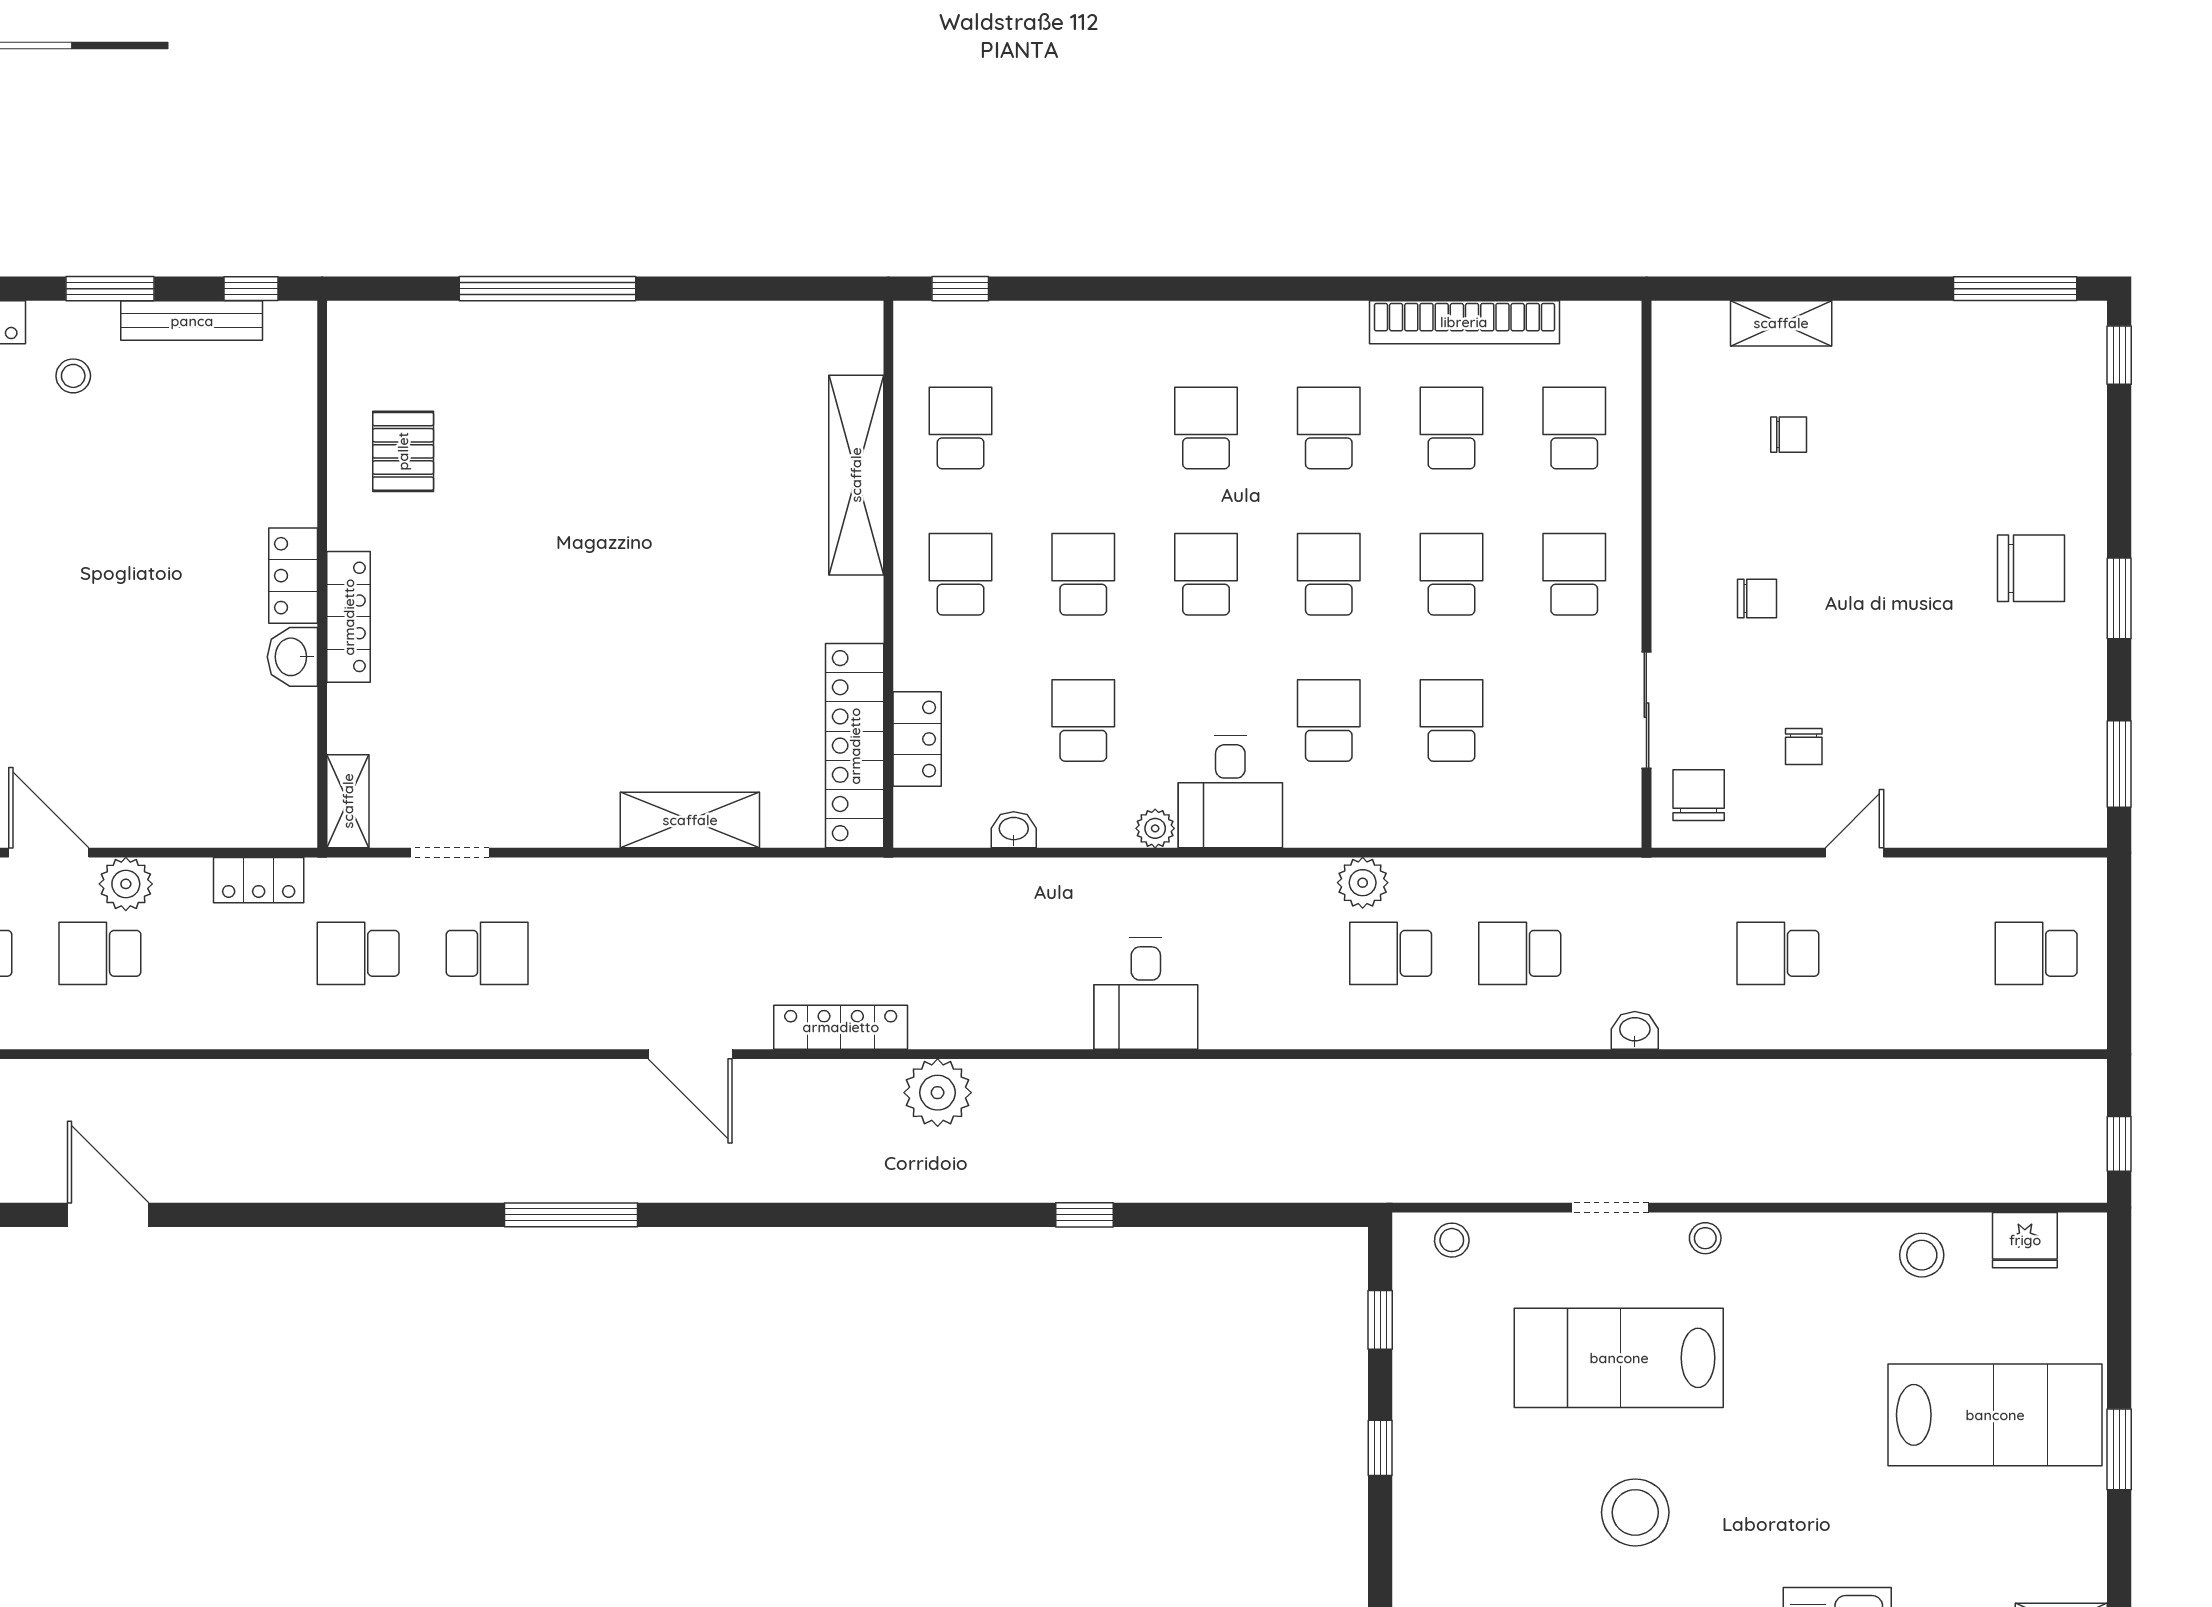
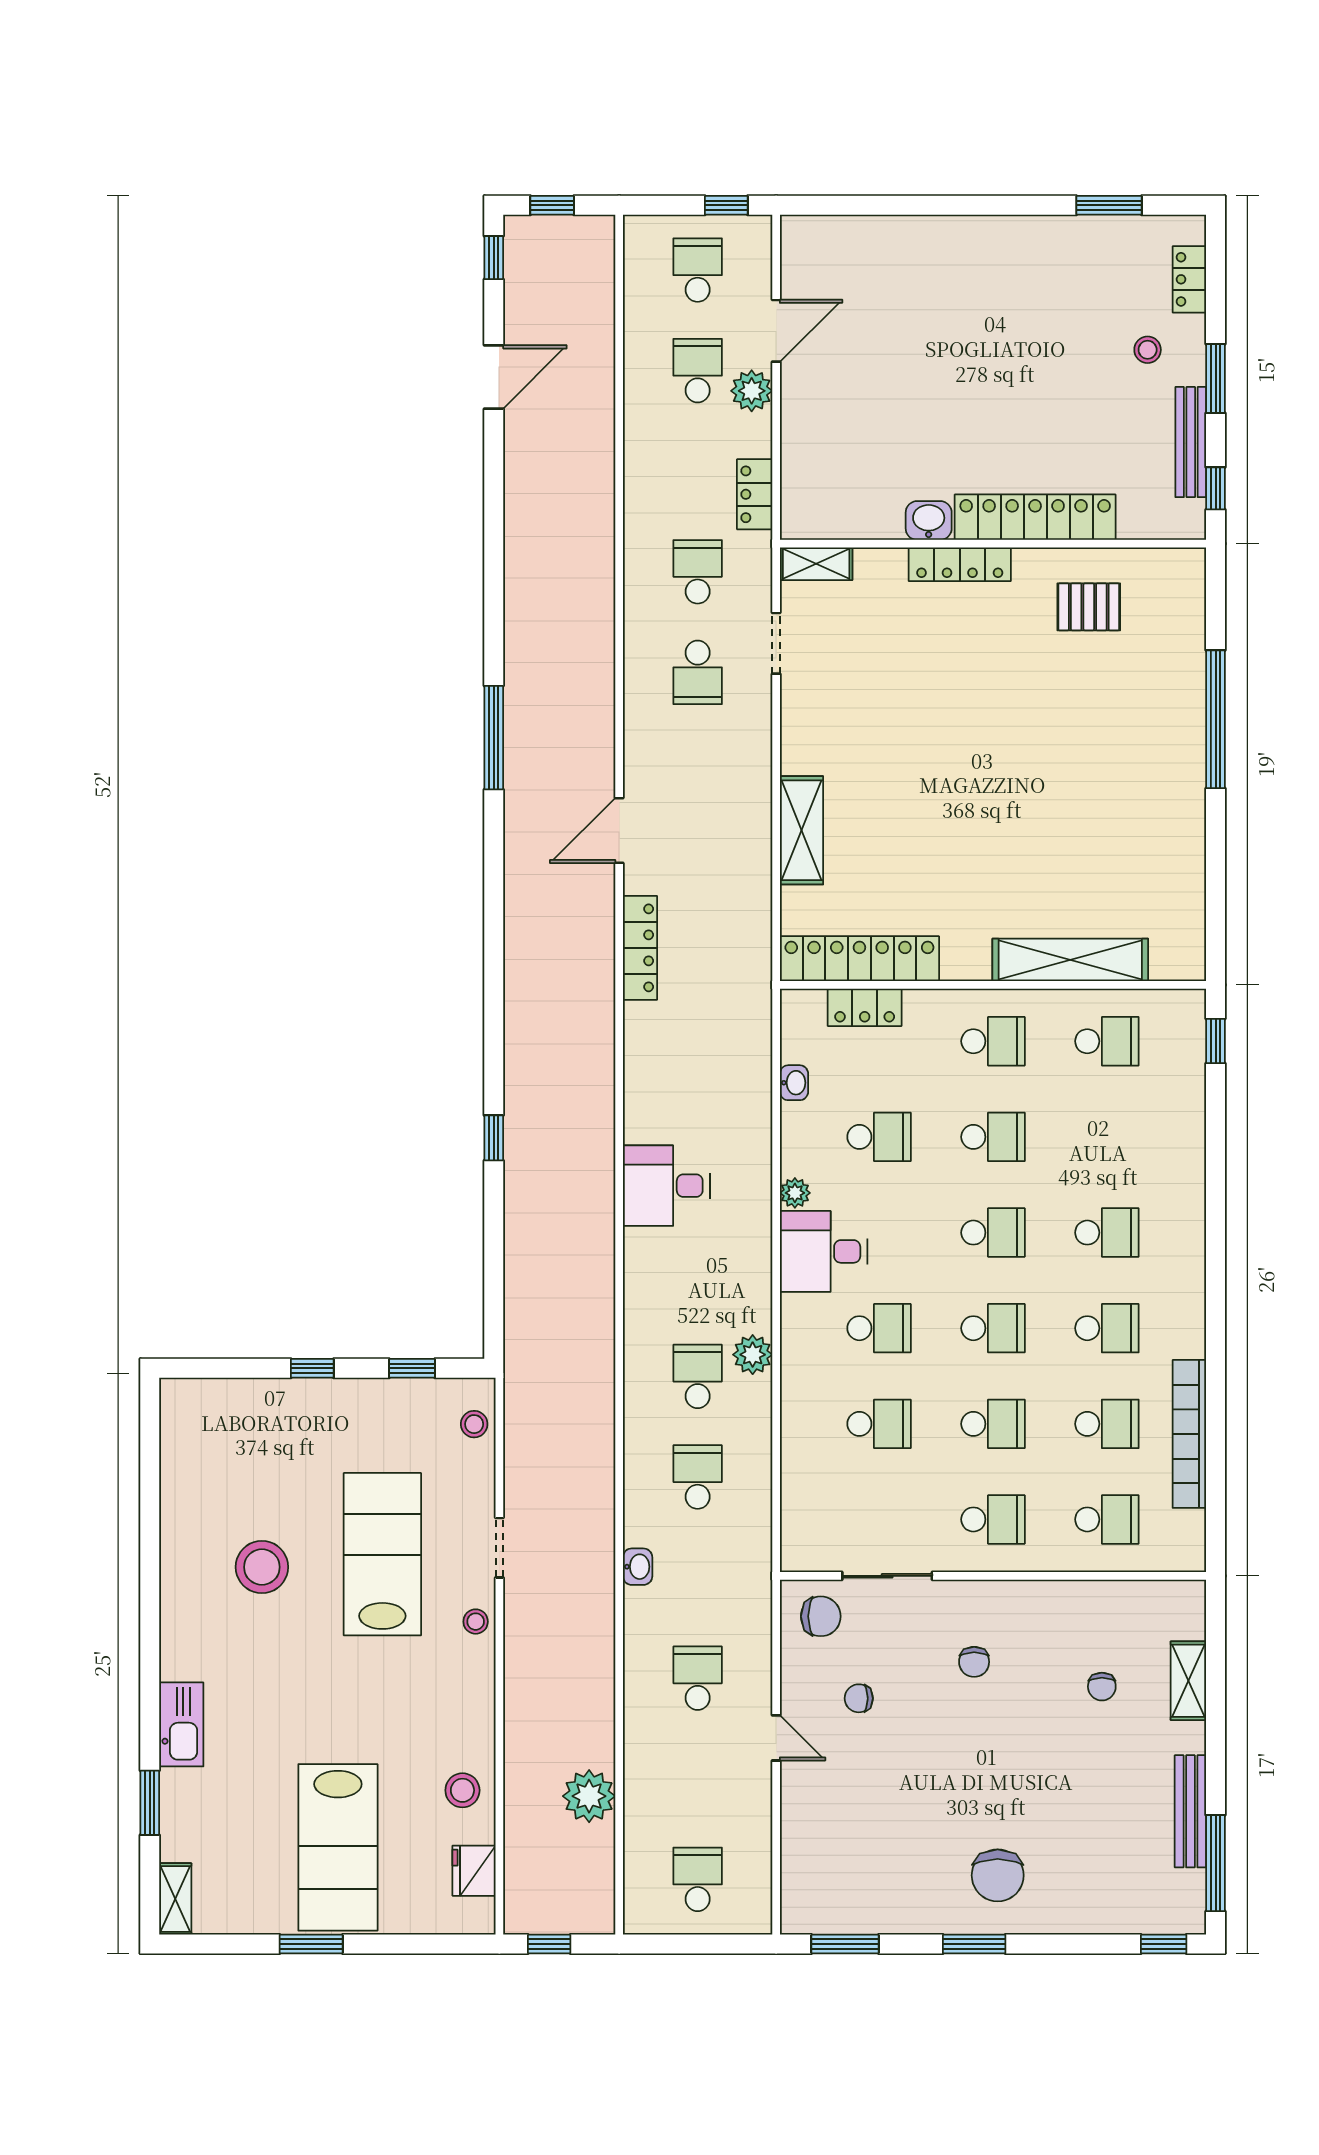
bench: (1949, 321) -> (1190, 1811), added
locker: (293, 576) -> (1035, 517), width x2.16, depth x1.21
plant: (938, 1093) -> (589, 1796), moved

